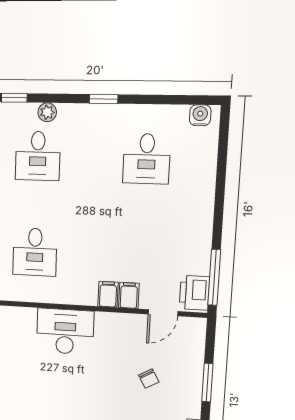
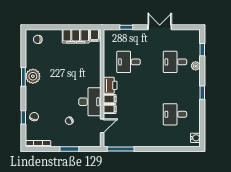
printer: (194, 293) -> (110, 85), moved, turned 90
door: (163, 313) -> (102, 126), swing flipped
desk: (65, 331) -> (90, 102), moved

